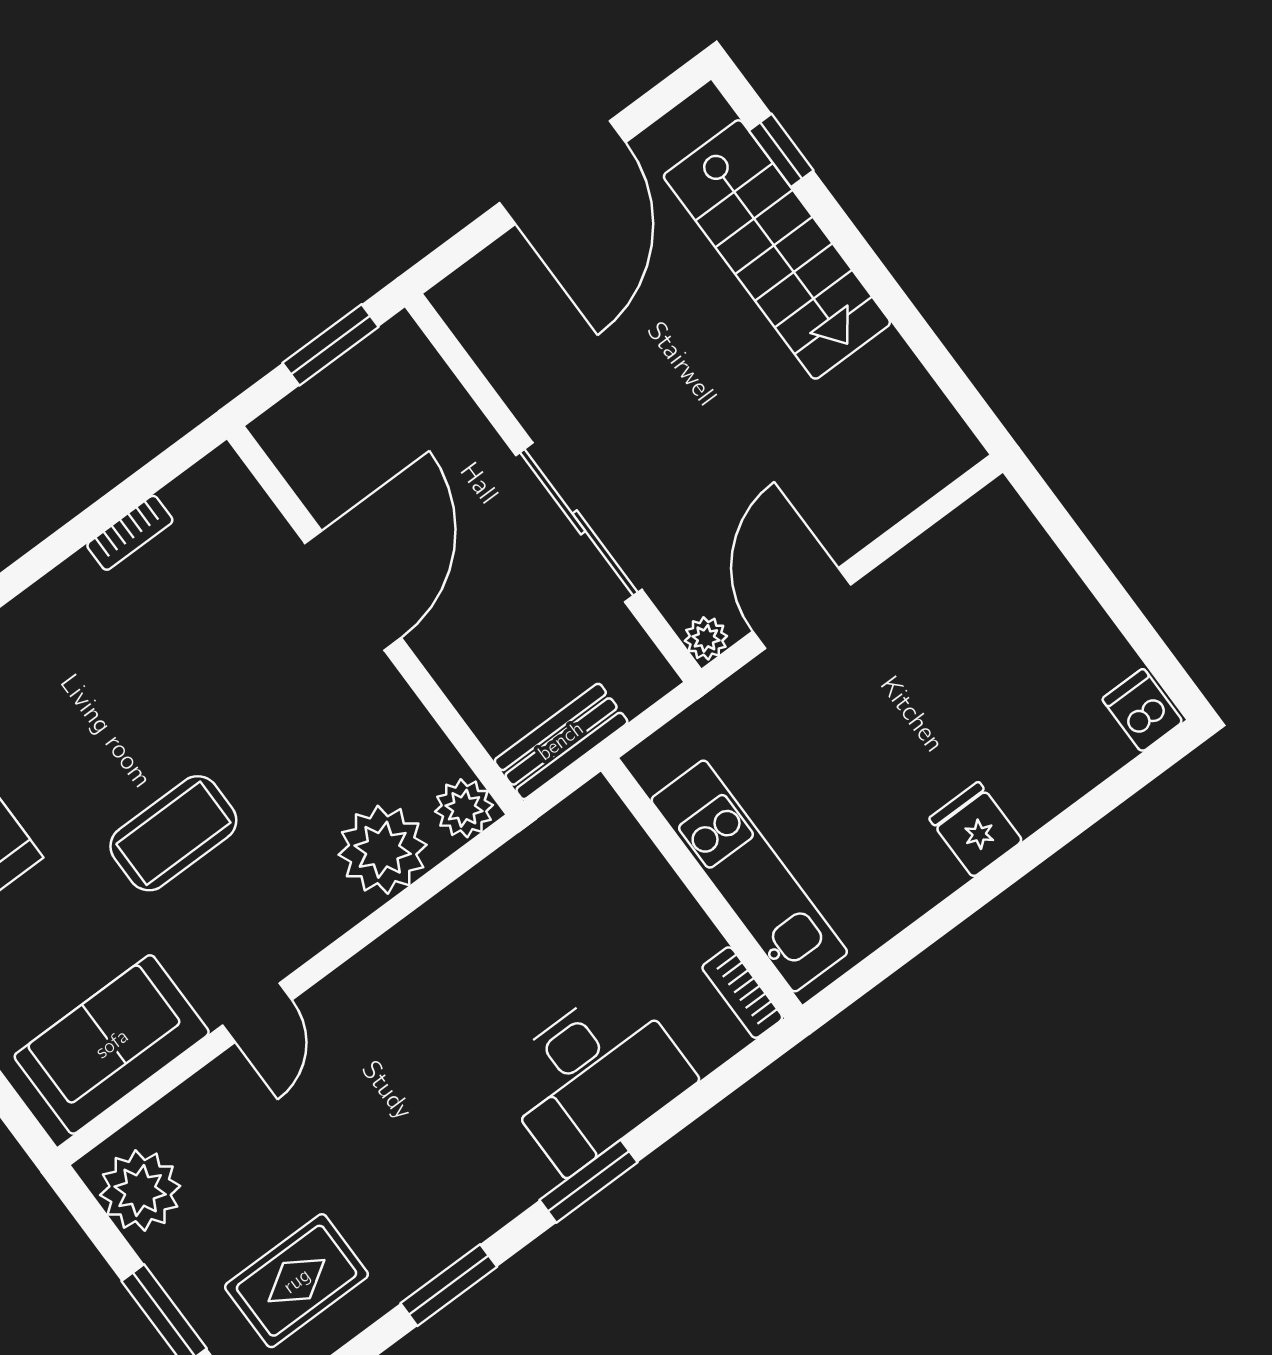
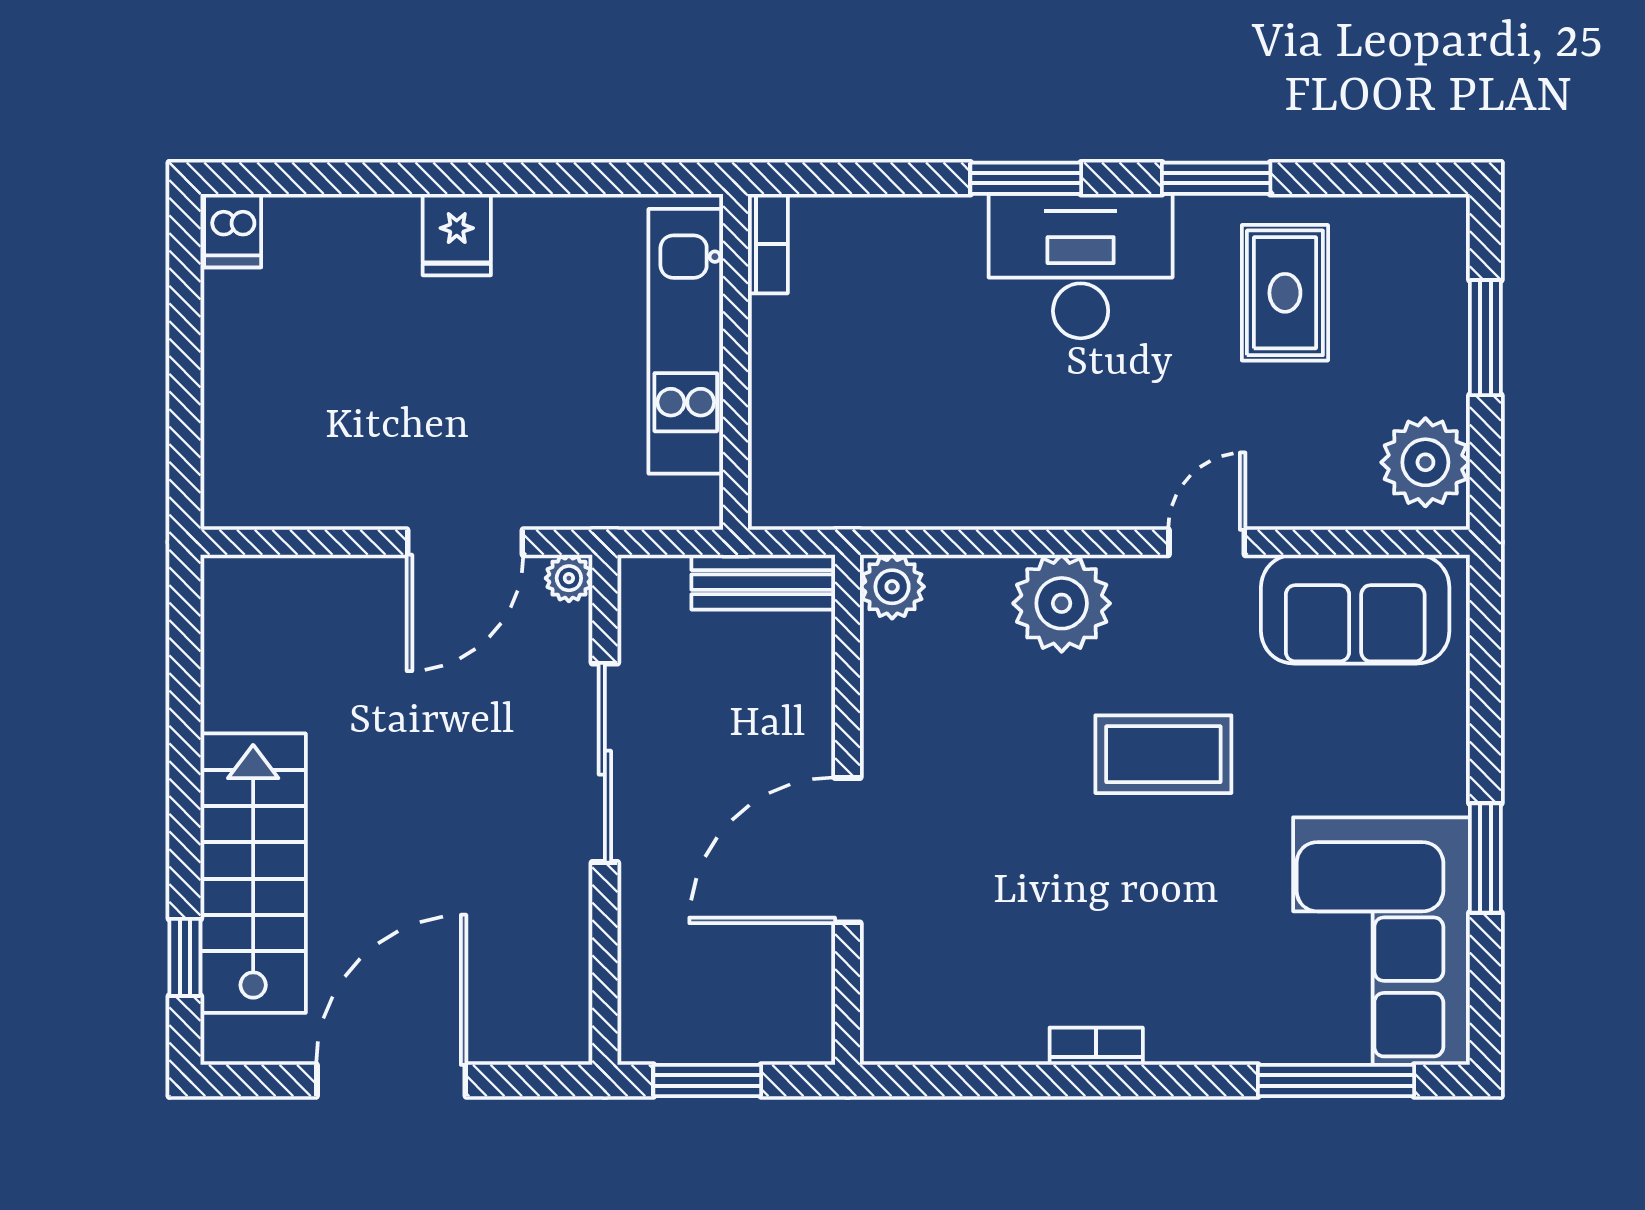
bookcase: (130, 533) -> (1096, 1046), moved
plant: (383, 850) -> (1062, 603), moved
desk: (594, 1077) -> (1081, 266), moved
rug: (297, 1281) -> (1285, 293), moved, turned 90

